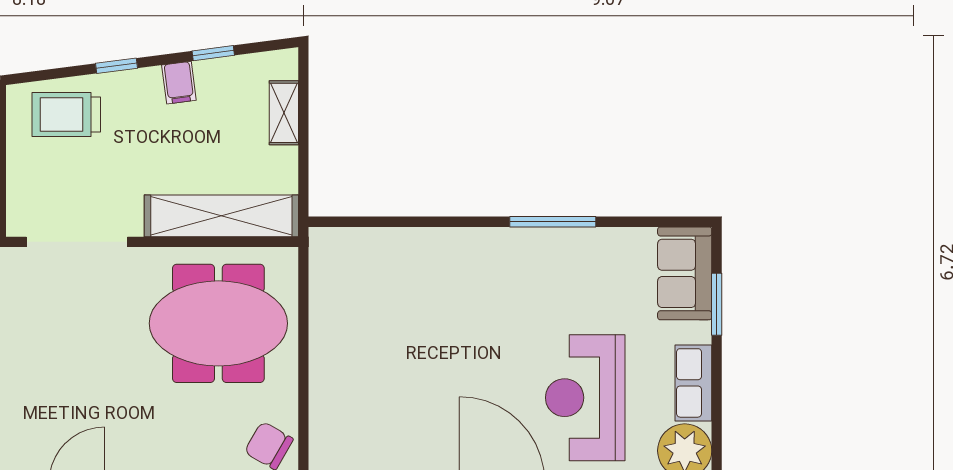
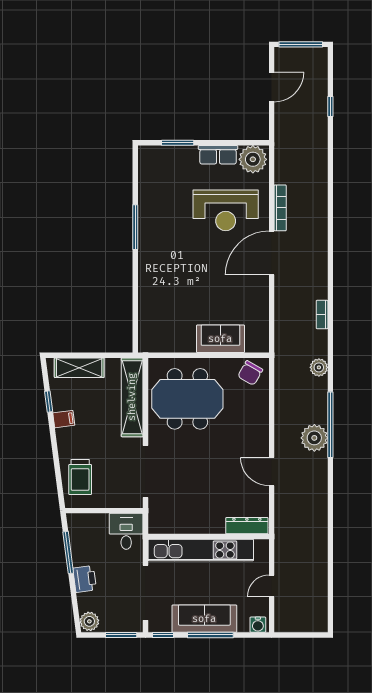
window: (117, 66) -> (55, 451), removed
shelving: (284, 113) -> (79, 368), width x1.50, depth x1.33
sofa: (685, 273) -> (220, 339), moved, turned 180
meeting table: (218, 323) -> (187, 399), turned 90

